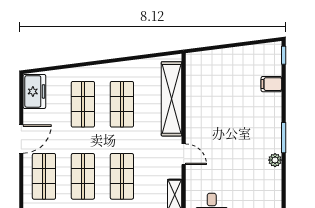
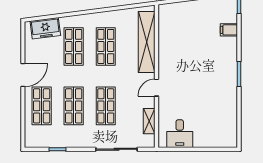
freezer: (34, 91) -> (45, 28), moved, turned 83
door: (184, 154) -> (157, 88), swing flipped
plant: (275, 160) -> (232, 93), removed

